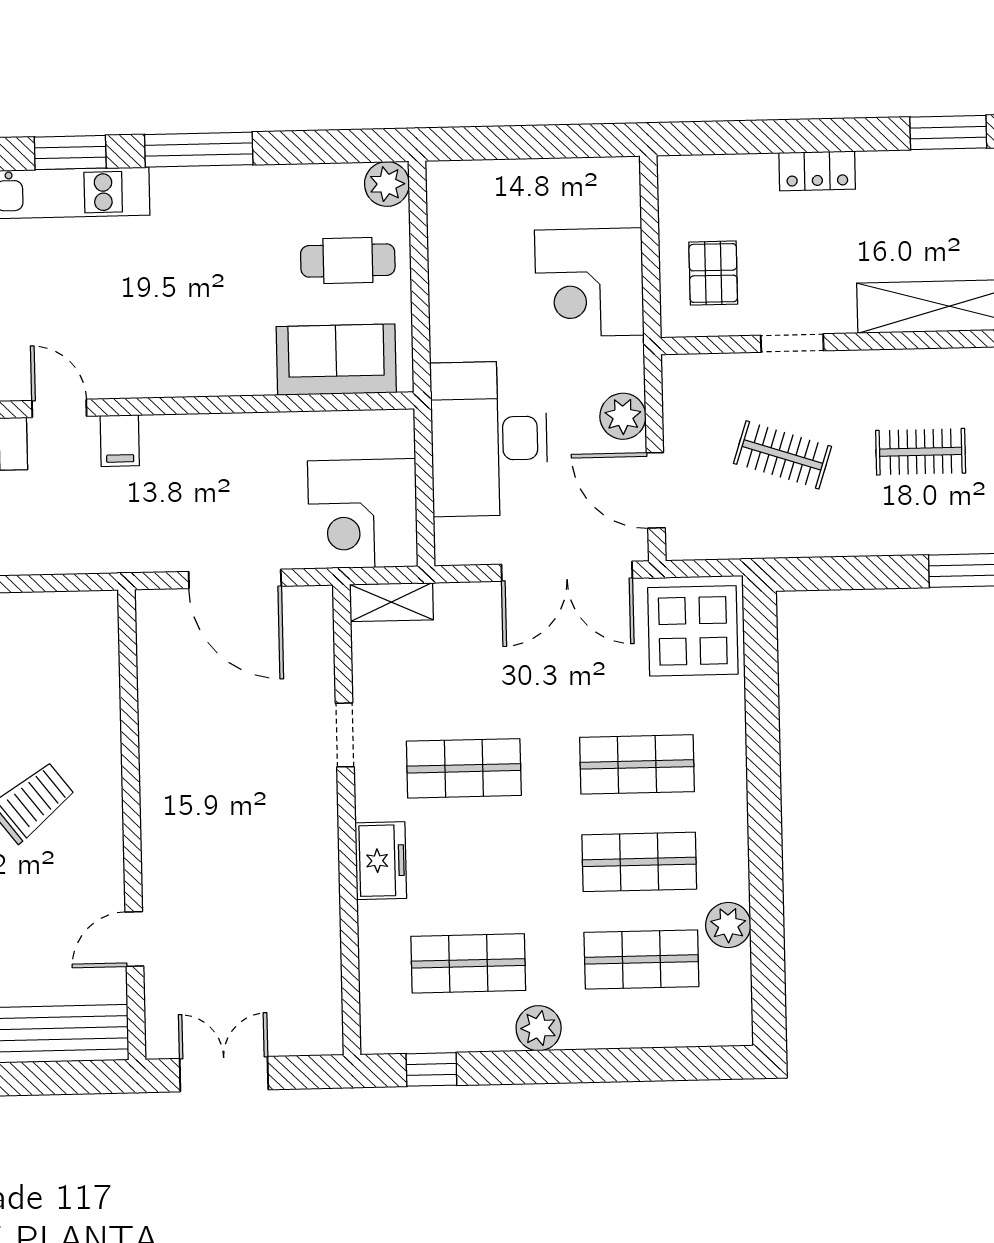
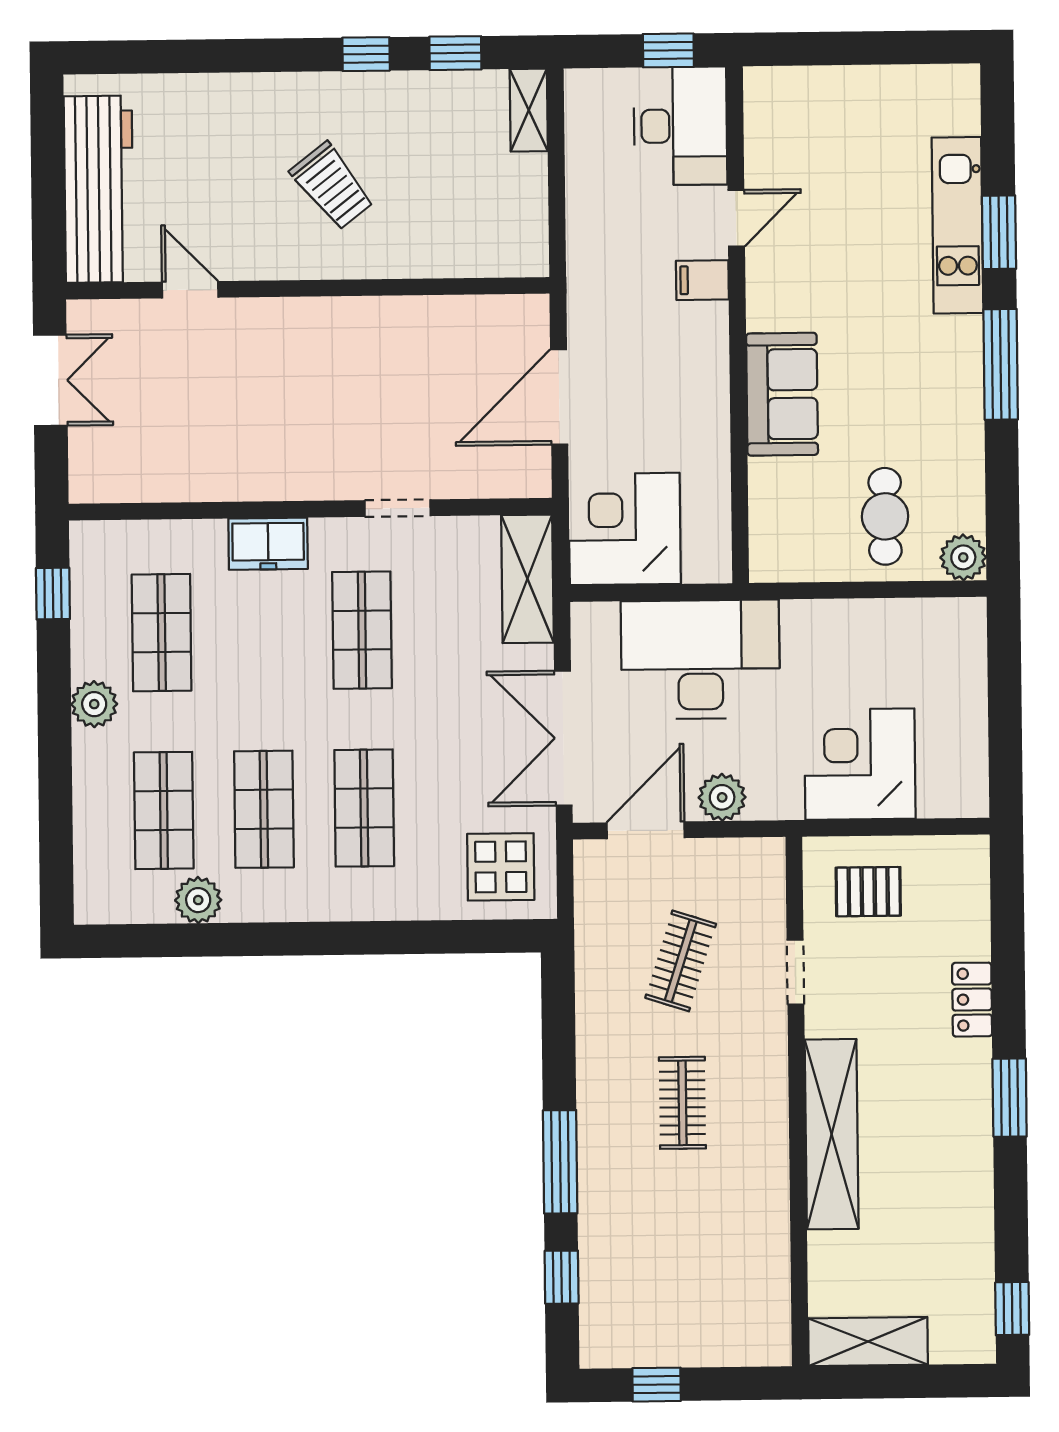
window: (948, 133) -> (1010, 1098), moved
sofa: (336, 360) -> (782, 394), moved
shelving: (391, 602) -> (527, 579), width x1.50, depth x1.33
display table: (693, 631) -> (501, 867), width x0.73, depth x0.73

